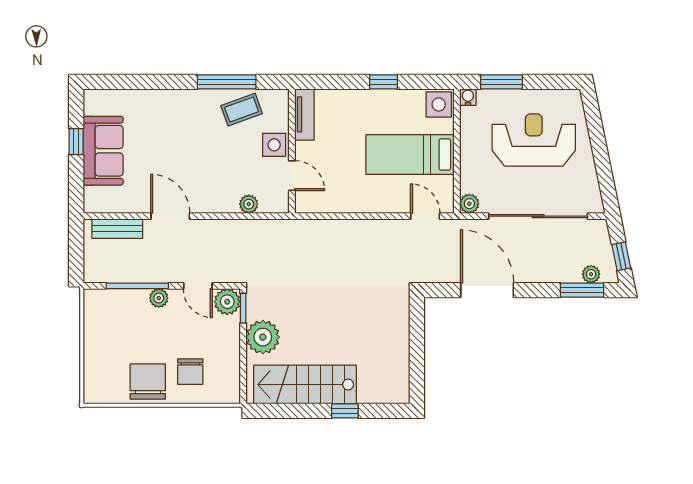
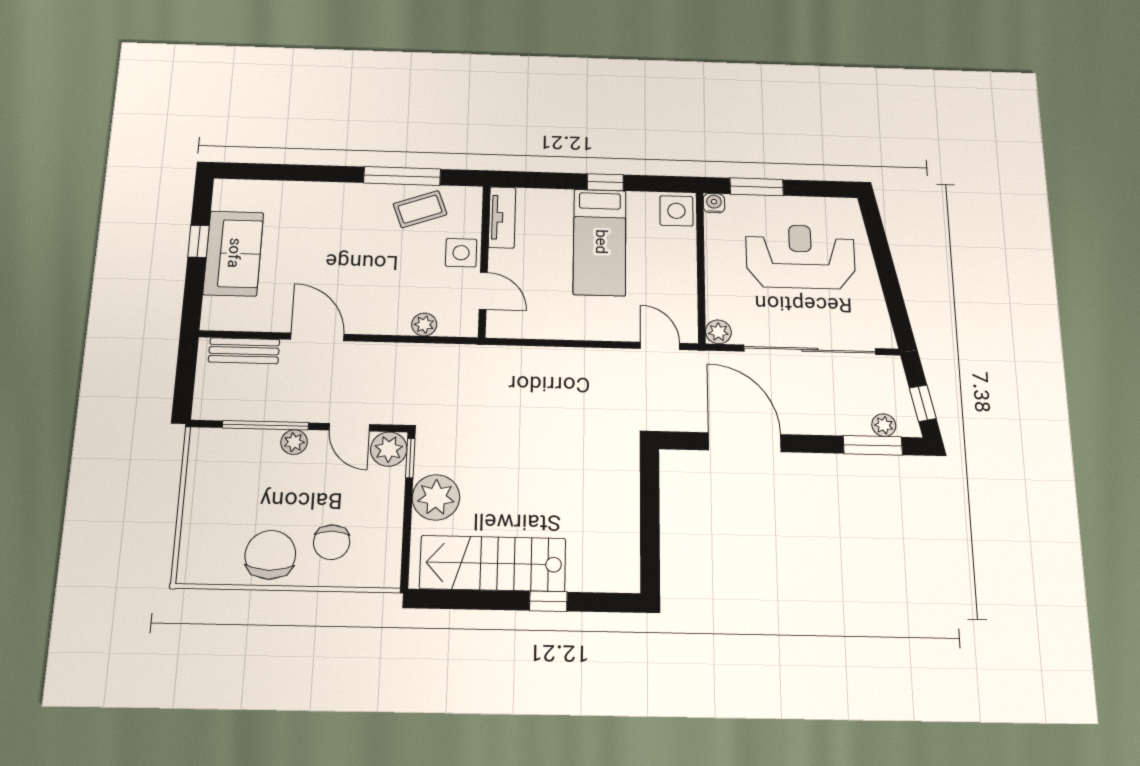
bed: (410, 155) -> (600, 242), moved, turned -90

